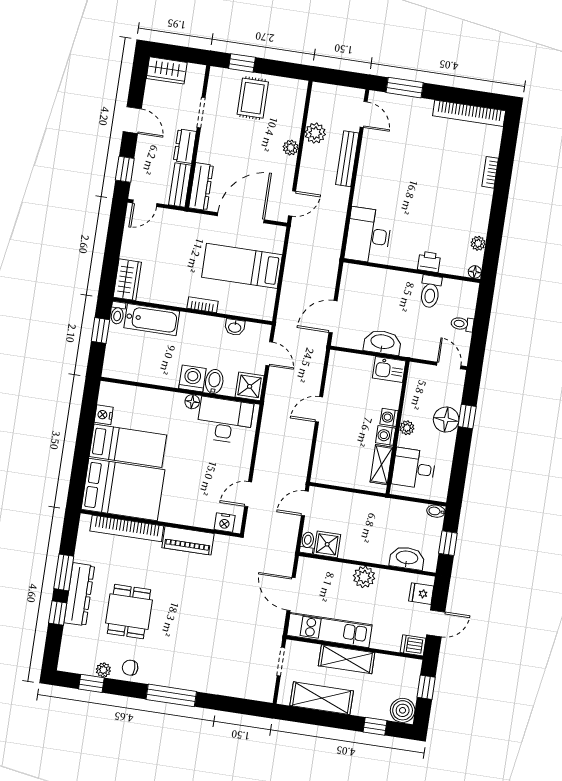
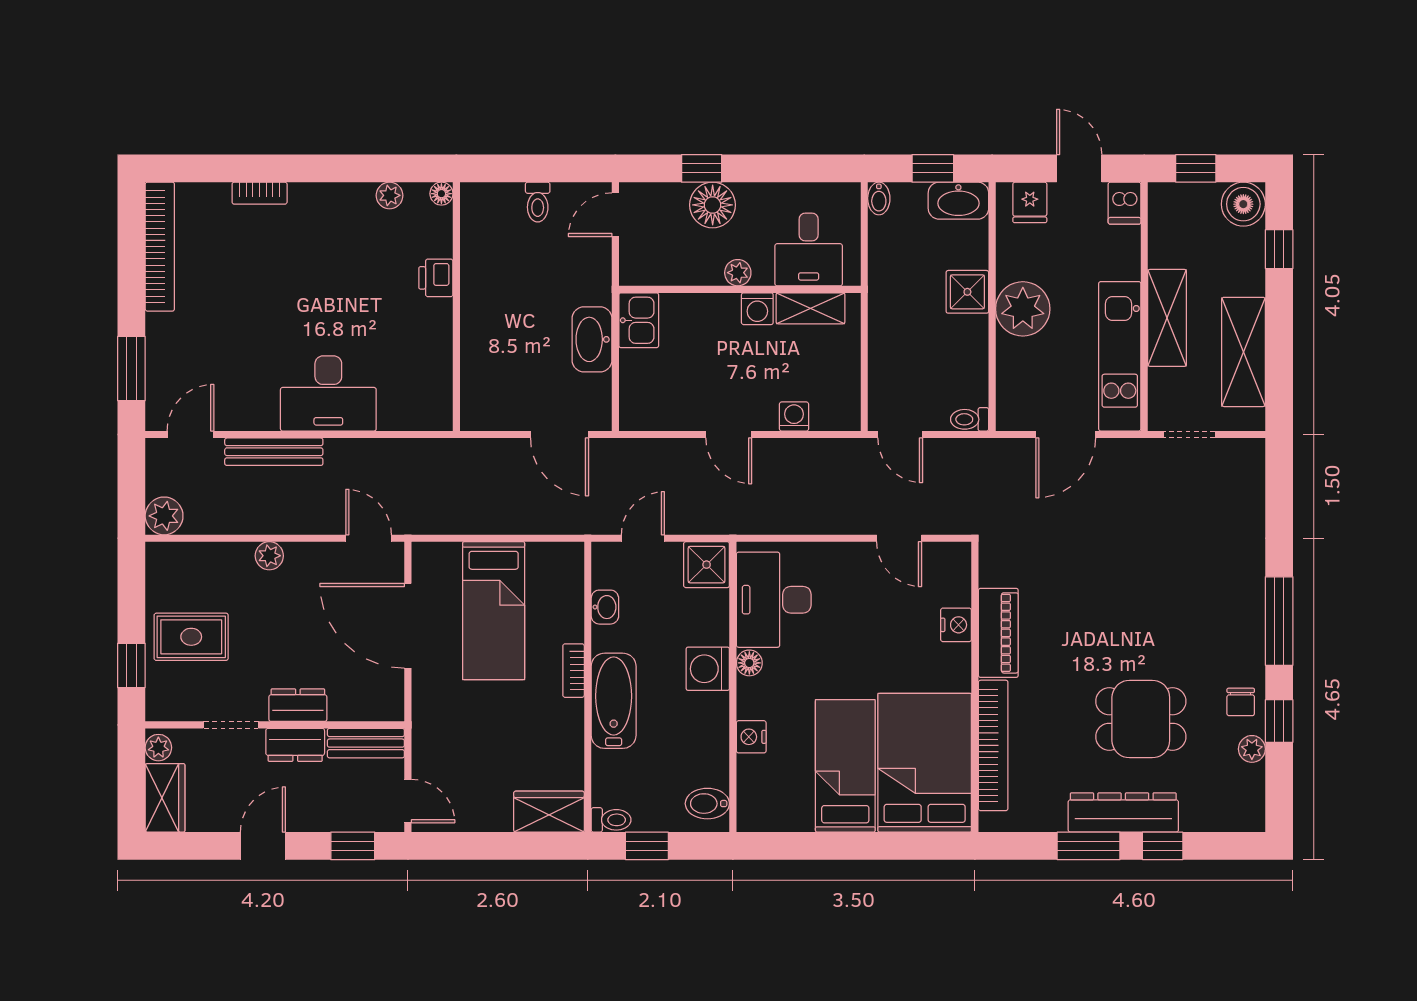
plant: (195, 71) -> (158, 748), added
plant: (315, 133) -> (164, 516), moved
dresser: (201, 186) -> (298, 705), moved, width x0.70
desk: (368, 235) -> (328, 393), moved
toilet: (430, 292) -> (488, 267), removed
bathtub: (152, 320) -> (614, 701), moved
bidet: (214, 382) -> (707, 804), moved
nightstand: (104, 415) -> (751, 737), moved, turned 90
washing machine: (389, 417) -> (794, 416), moved, turned 180
nightstand: (225, 522) -> (956, 625), moved
shower: (327, 544) -> (967, 292), moved
washbasin: (407, 558) -> (958, 201), moved, turned -90
plant: (364, 577) -> (1023, 309), width x1.36, depth x1.36
window: (91, 683) -> (1279, 721), moved

